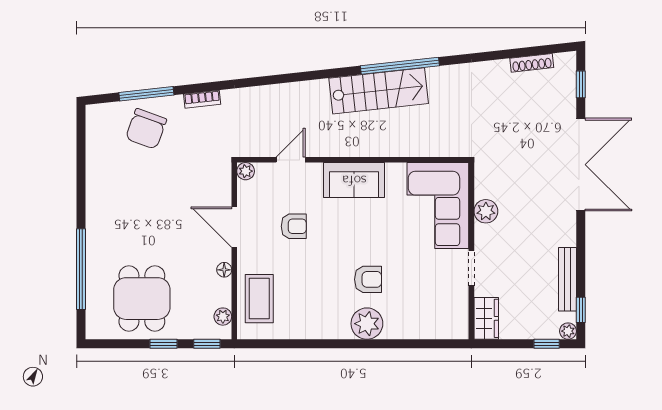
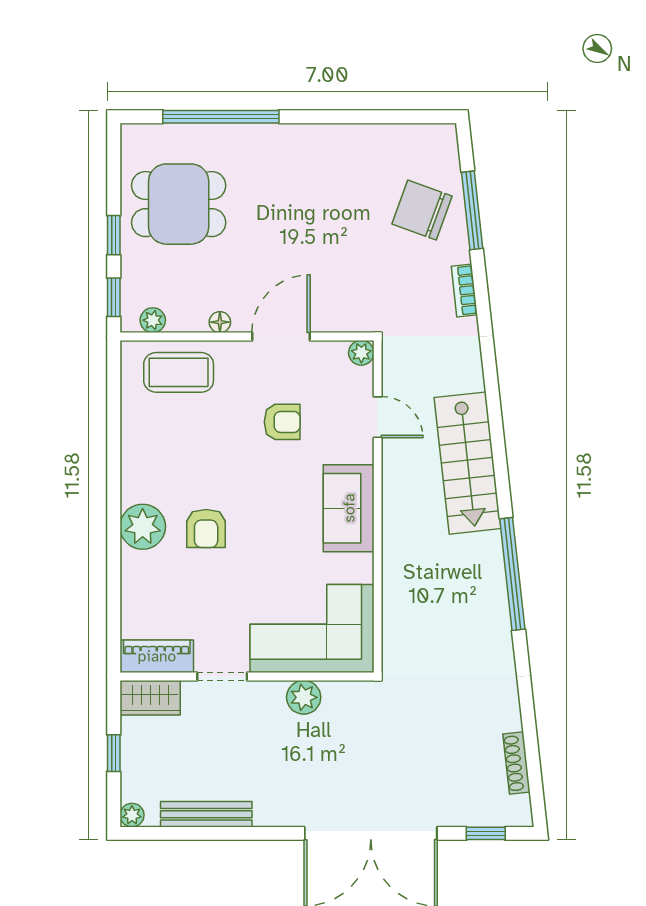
stairs: (379, 91) -> (468, 463), moved
armchair: (294, 226) -> (282, 422), turned -90
window: (581, 310) -> (162, 833), removed
piano: (457, 314) -> (157, 656), added
window: (547, 344) -> (114, 753), moved

